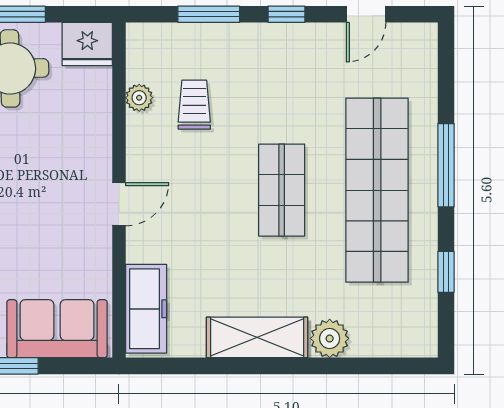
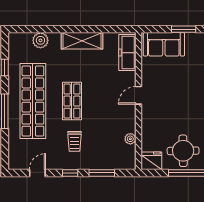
trolley: (194, 105) -> (74, 141), moved
plant: (330, 338) -> (40, 40), moved

